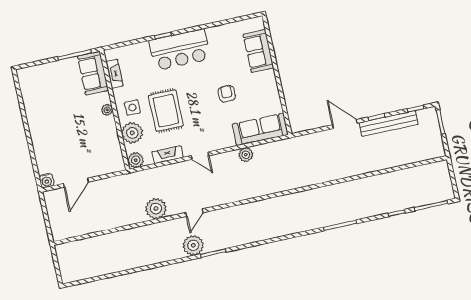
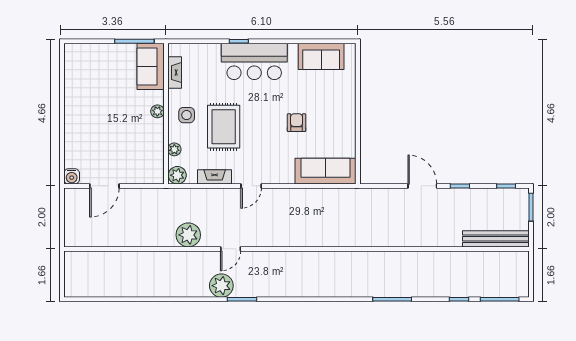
sofa: (258, 51) -> (321, 56), moved, turned -90
bench: (389, 123) -> (496, 239), moved
plant: (132, 133) -> (174, 149), width x0.53, depth x0.53
plant: (246, 155) -> (303, 196), removed
door: (200, 156) -> (251, 186), hinge flipped

